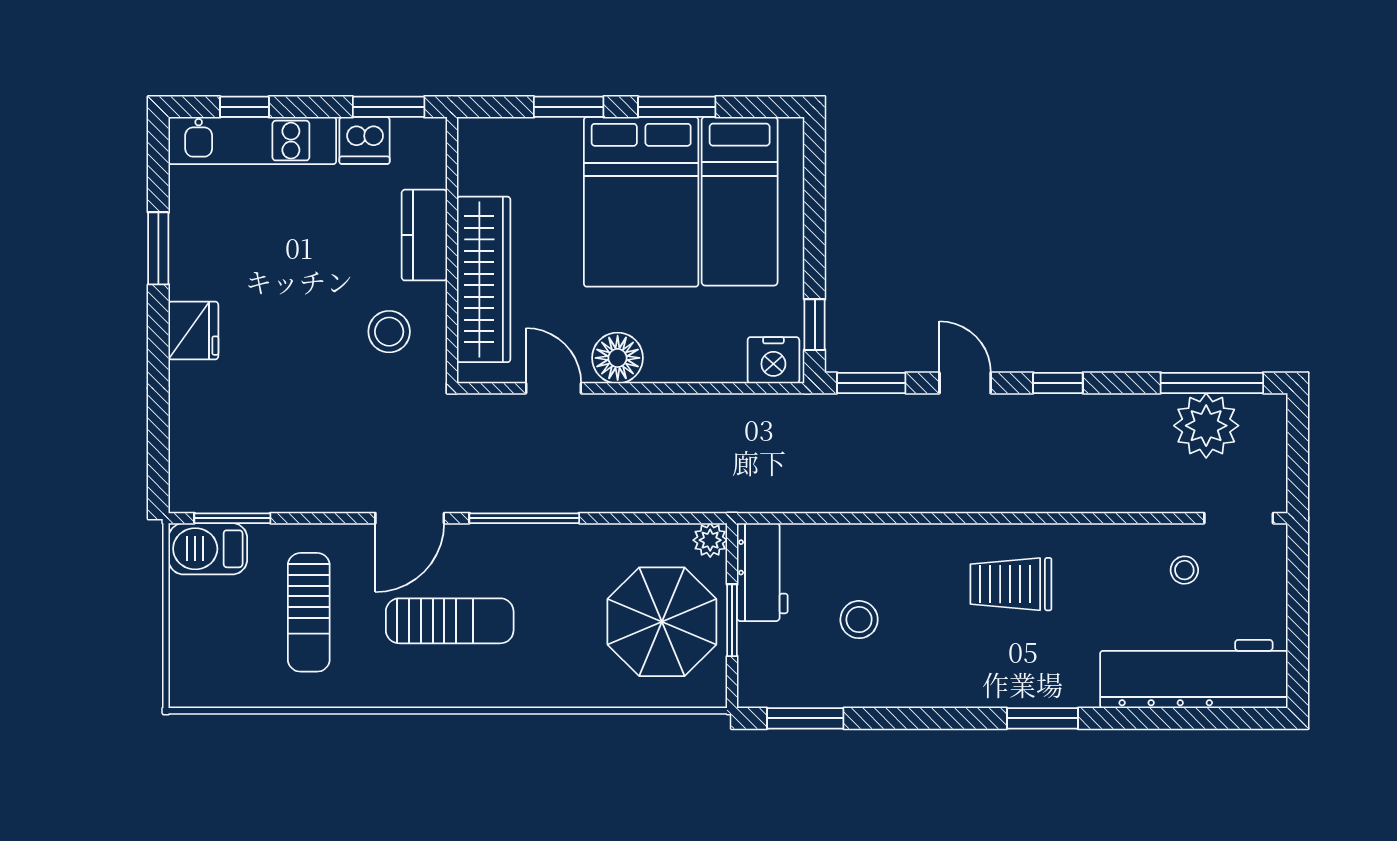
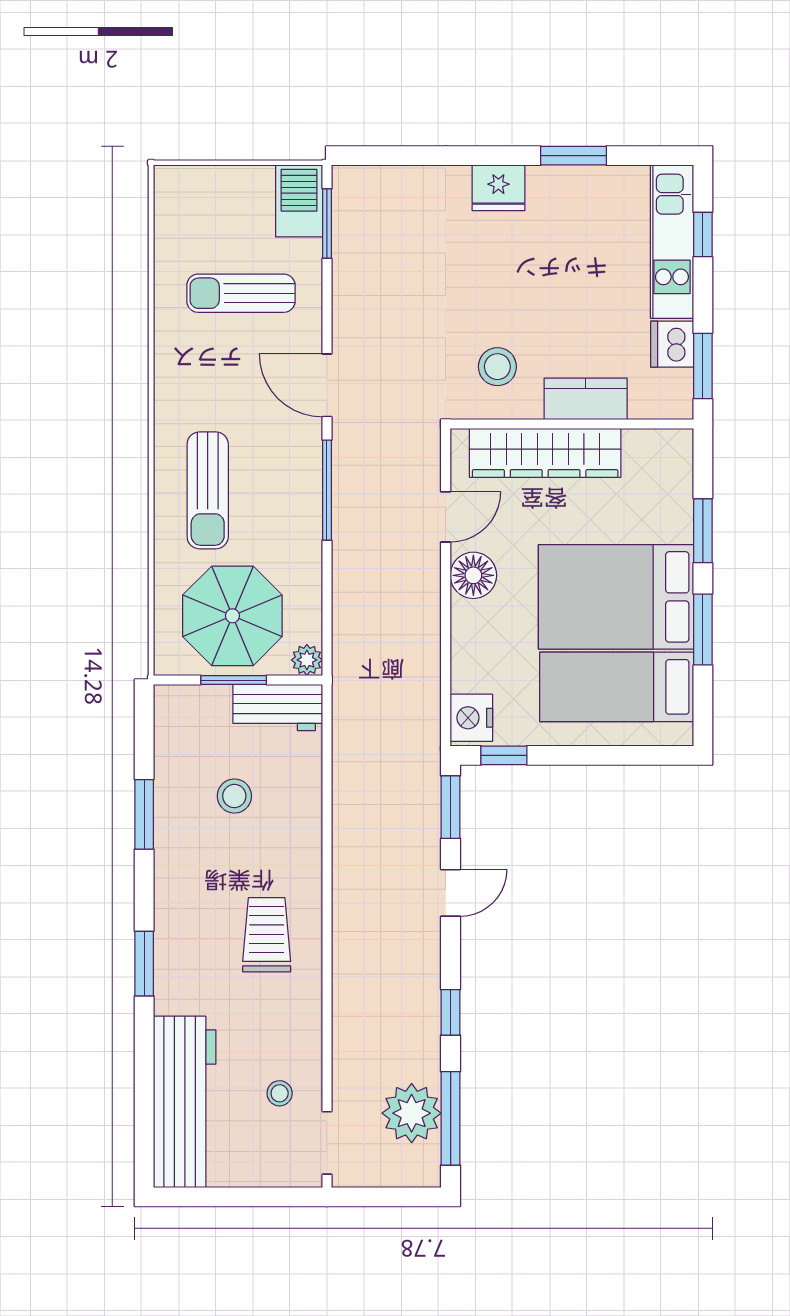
window: (1058, 383) -> (451, 1012), moved
sun lounger: (450, 621) -> (208, 490), moved
window: (805, 718) -> (144, 814), moved

